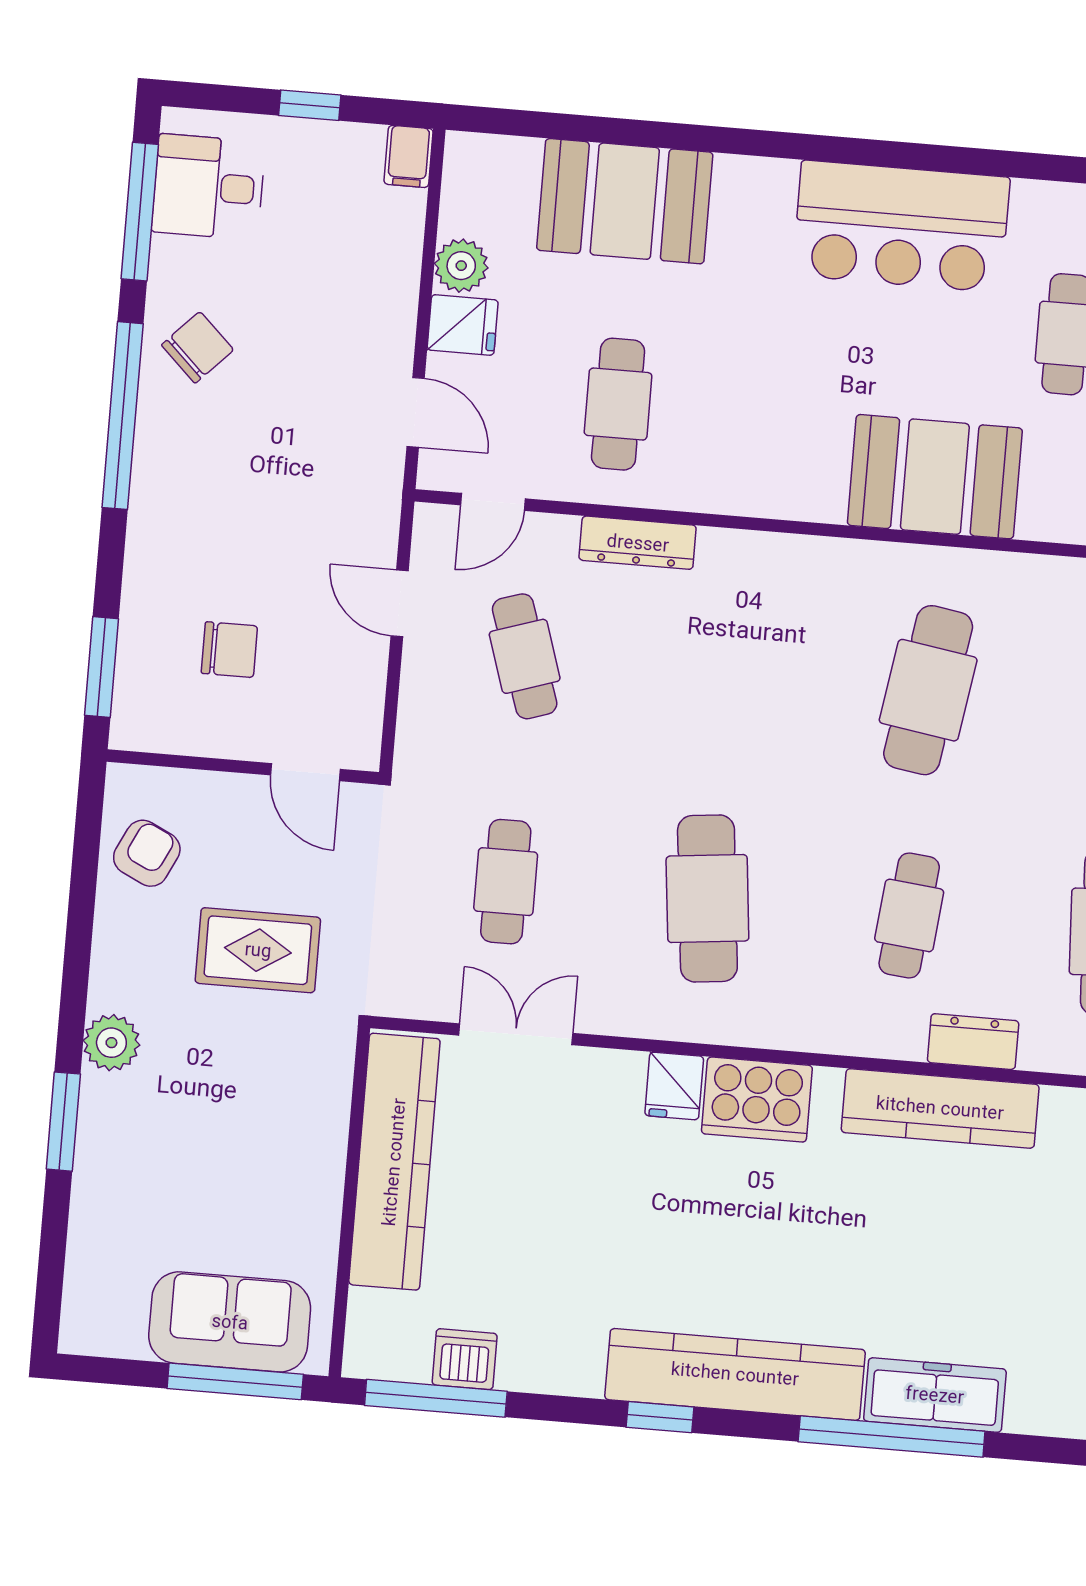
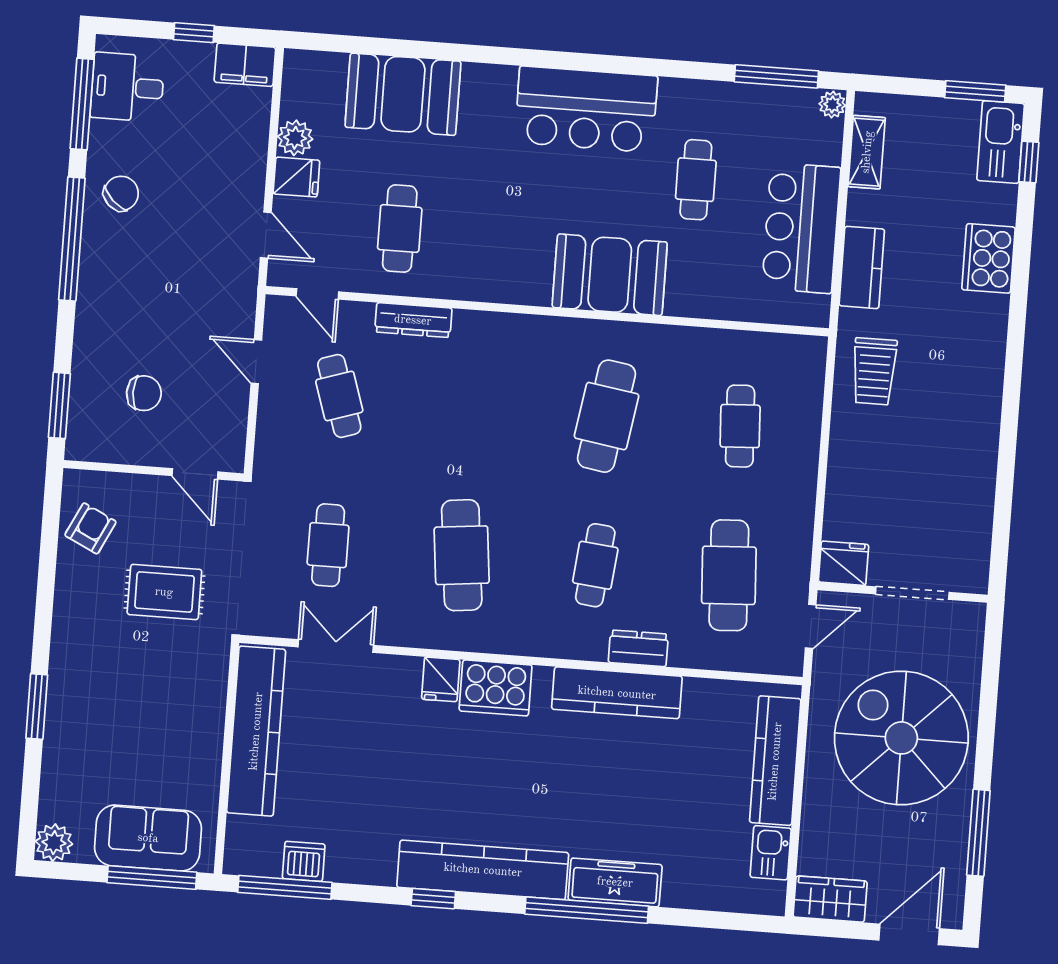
filing cabinet: (409, 156) -> (245, 65), width x2.00
door: (493, 502) -> (317, 294), hinge flipped
plant: (111, 1043) -> (54, 843), moved

